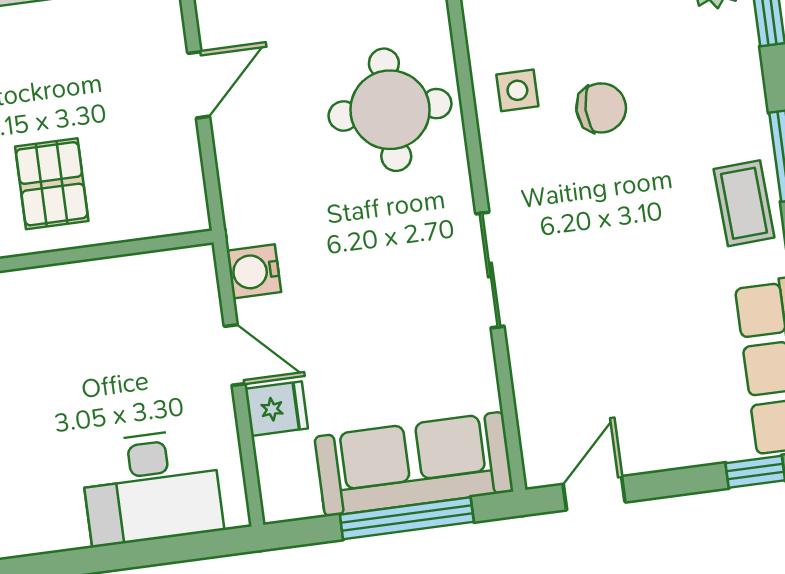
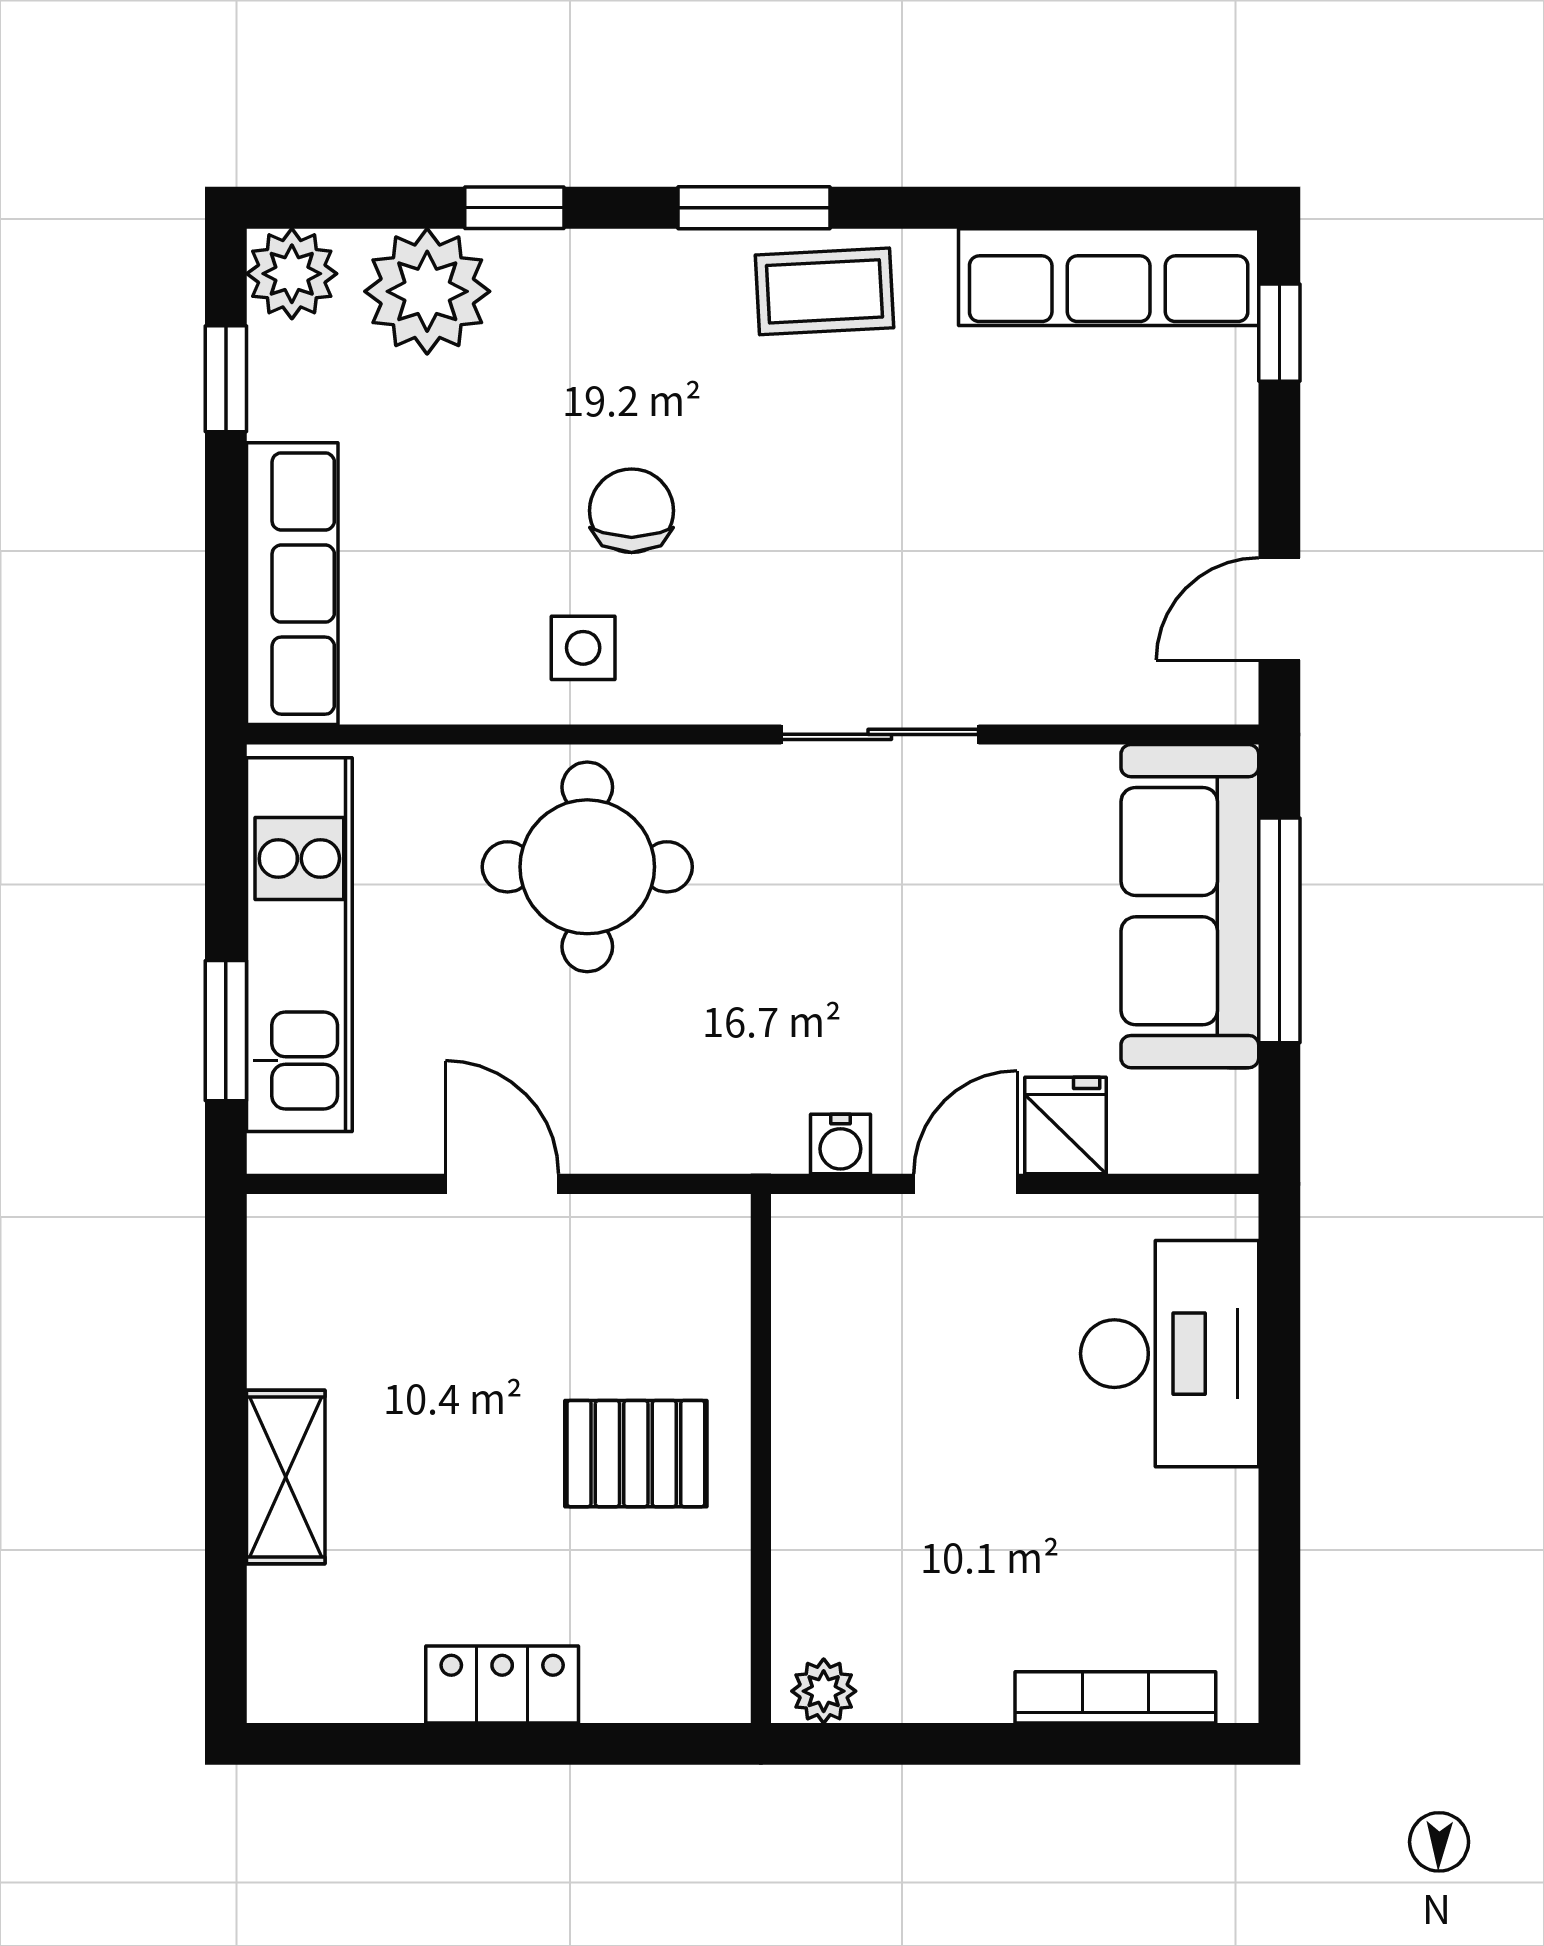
water cooler: (254, 271) -> (840, 1144), width x0.72, depth x0.72
door: (594, 493) -> (1279, 609), hinge flipped

